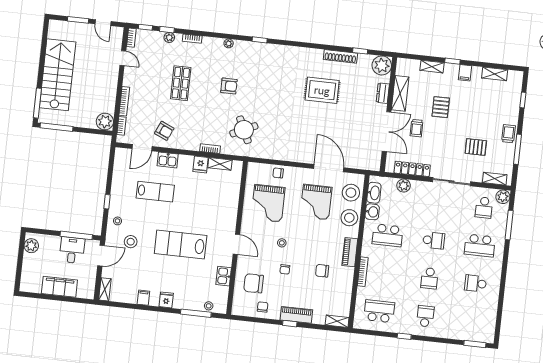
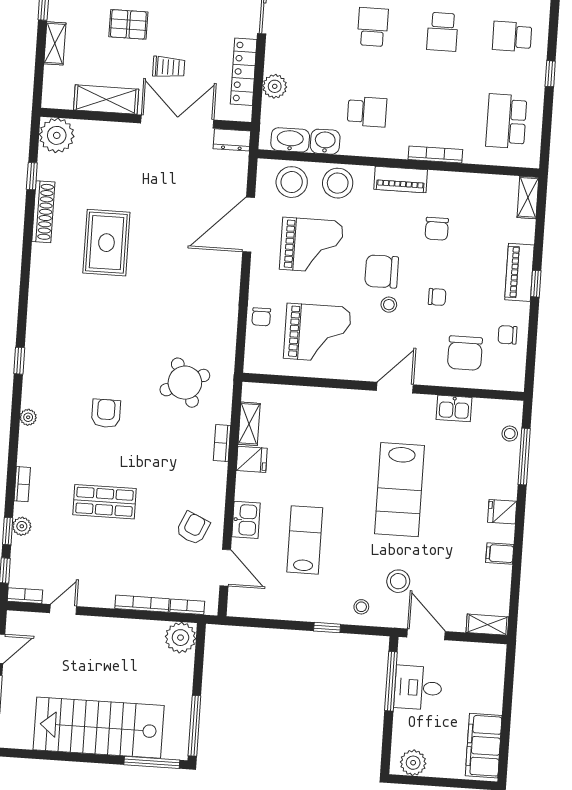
dresser: (383, 93) -> (232, 140), moved
school desk: (388, 235) -> (367, 112), width x0.54
chair: (300, 240) -> (382, 271), added
school desk: (429, 278) -> (442, 32), turned 90
filing cabinet: (59, 287) -> (484, 746), moved

